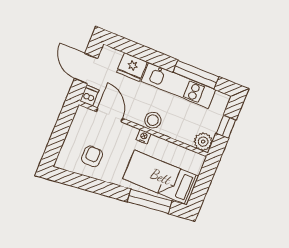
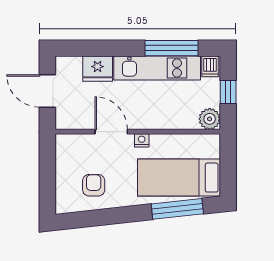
dishwasher: (89, 95) -> (210, 66), moved, turned 180
door: (109, 115) -> (111, 132), moved
stool: (153, 120) -> (144, 118), removed

